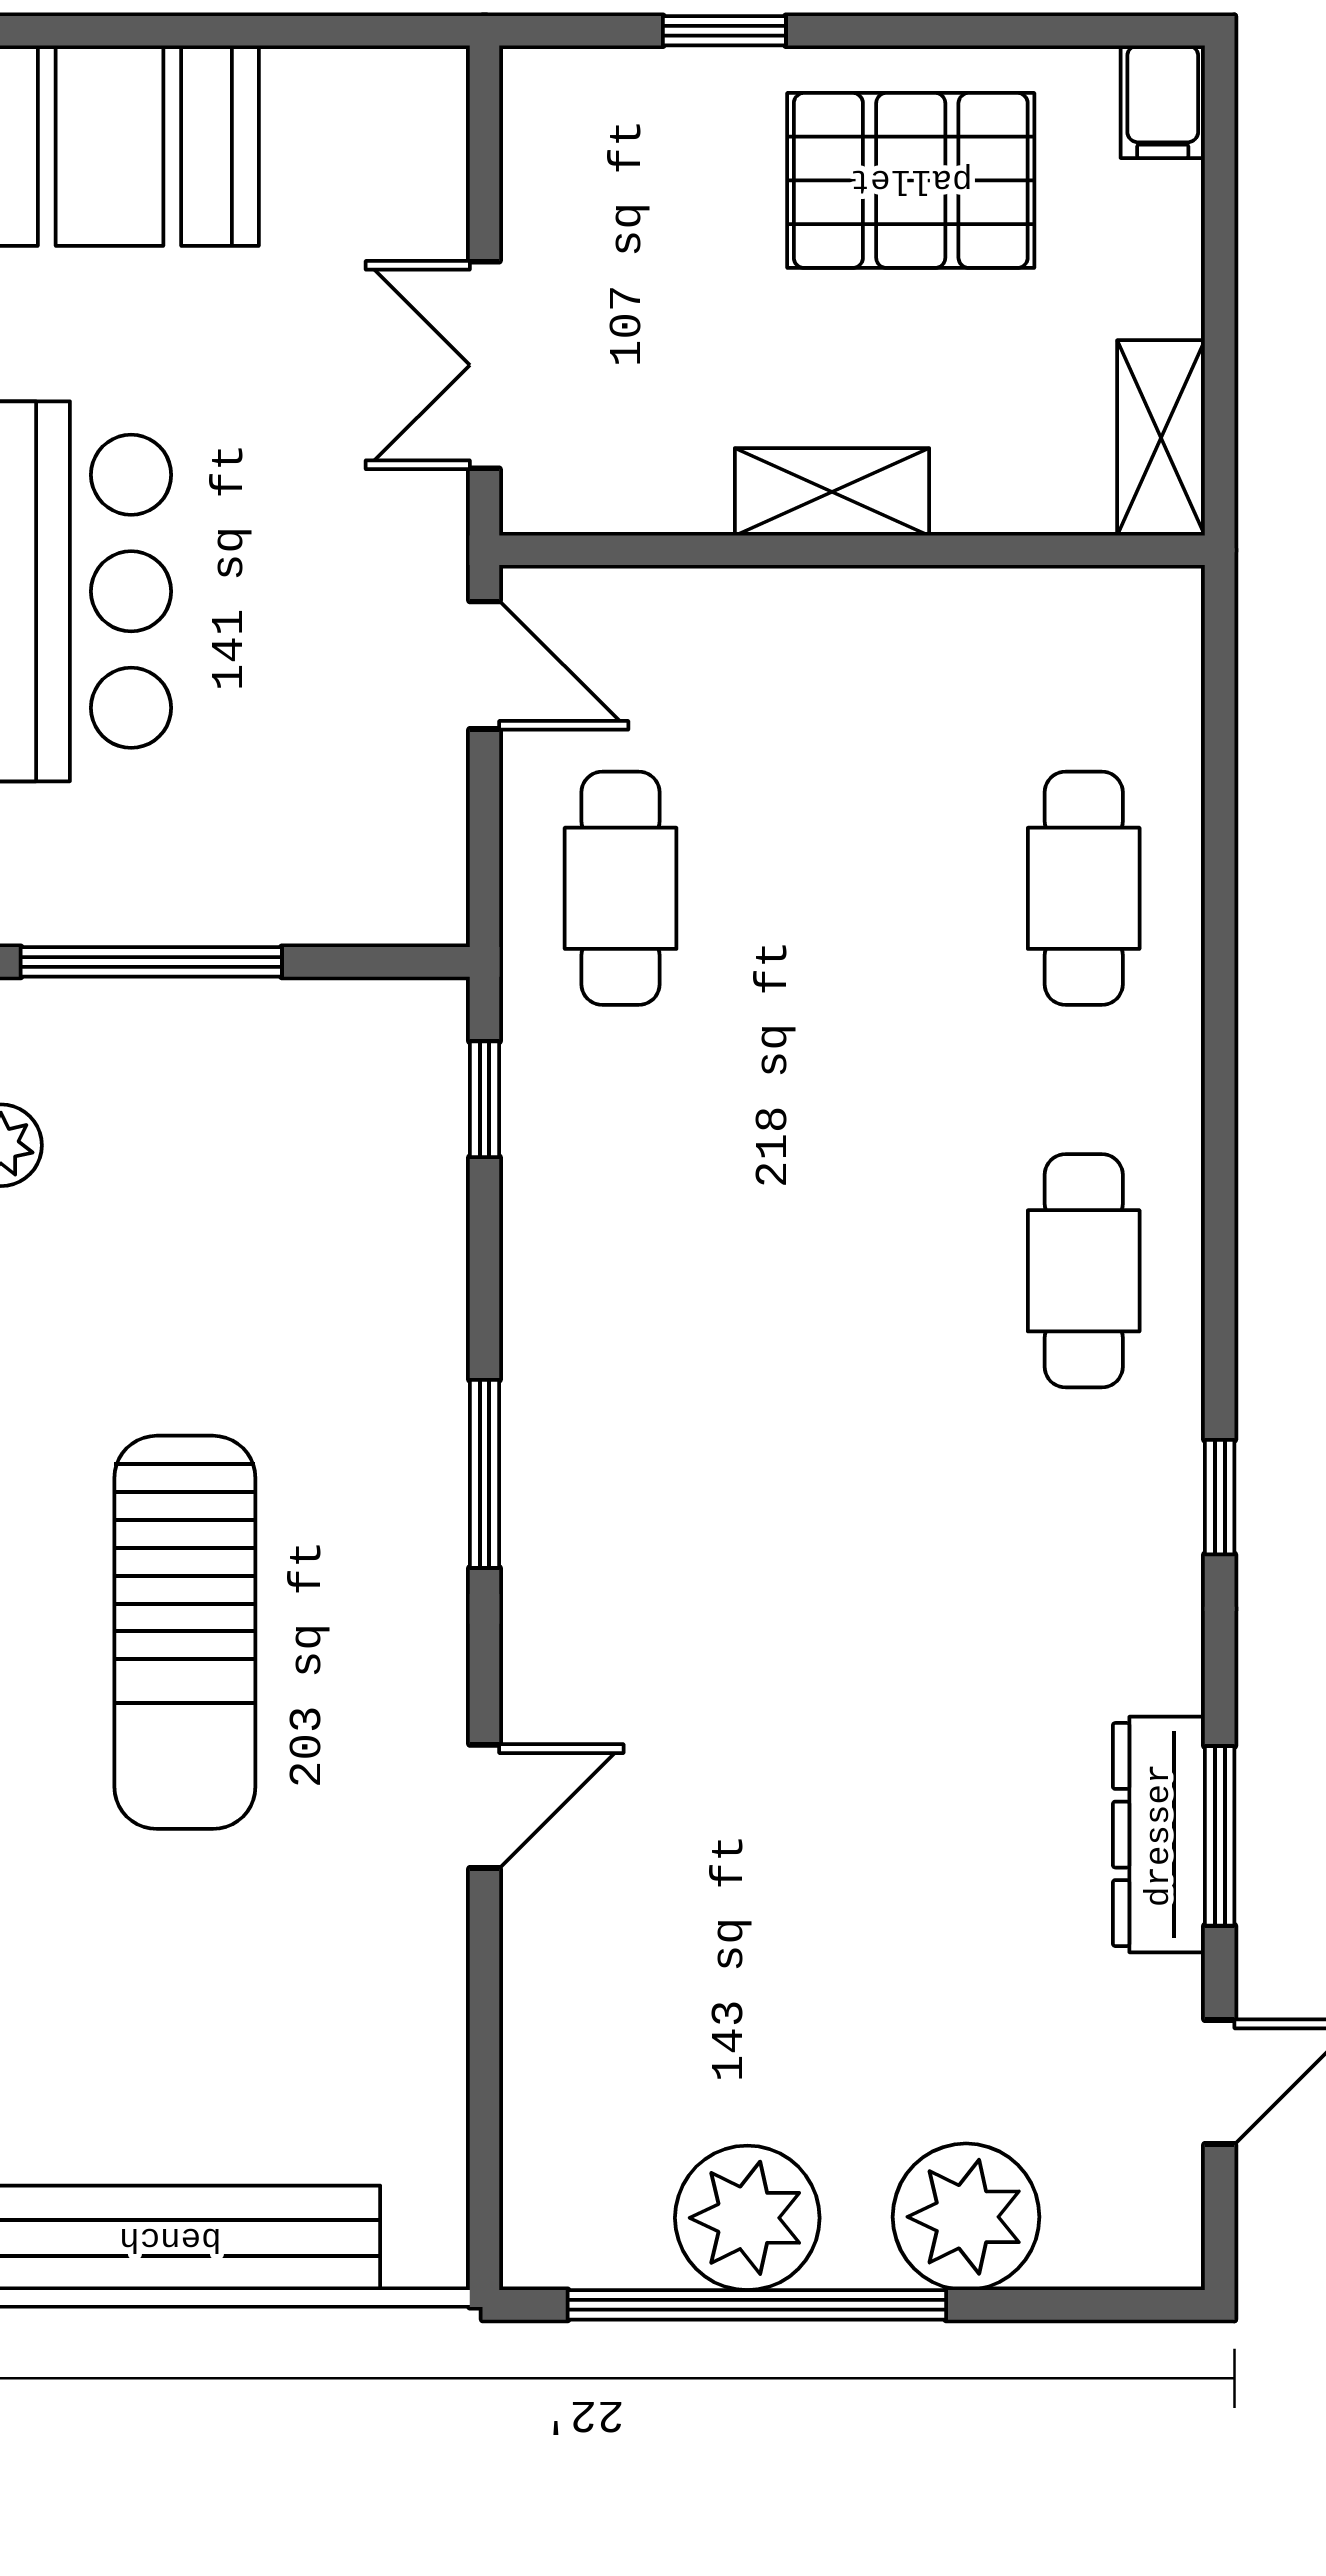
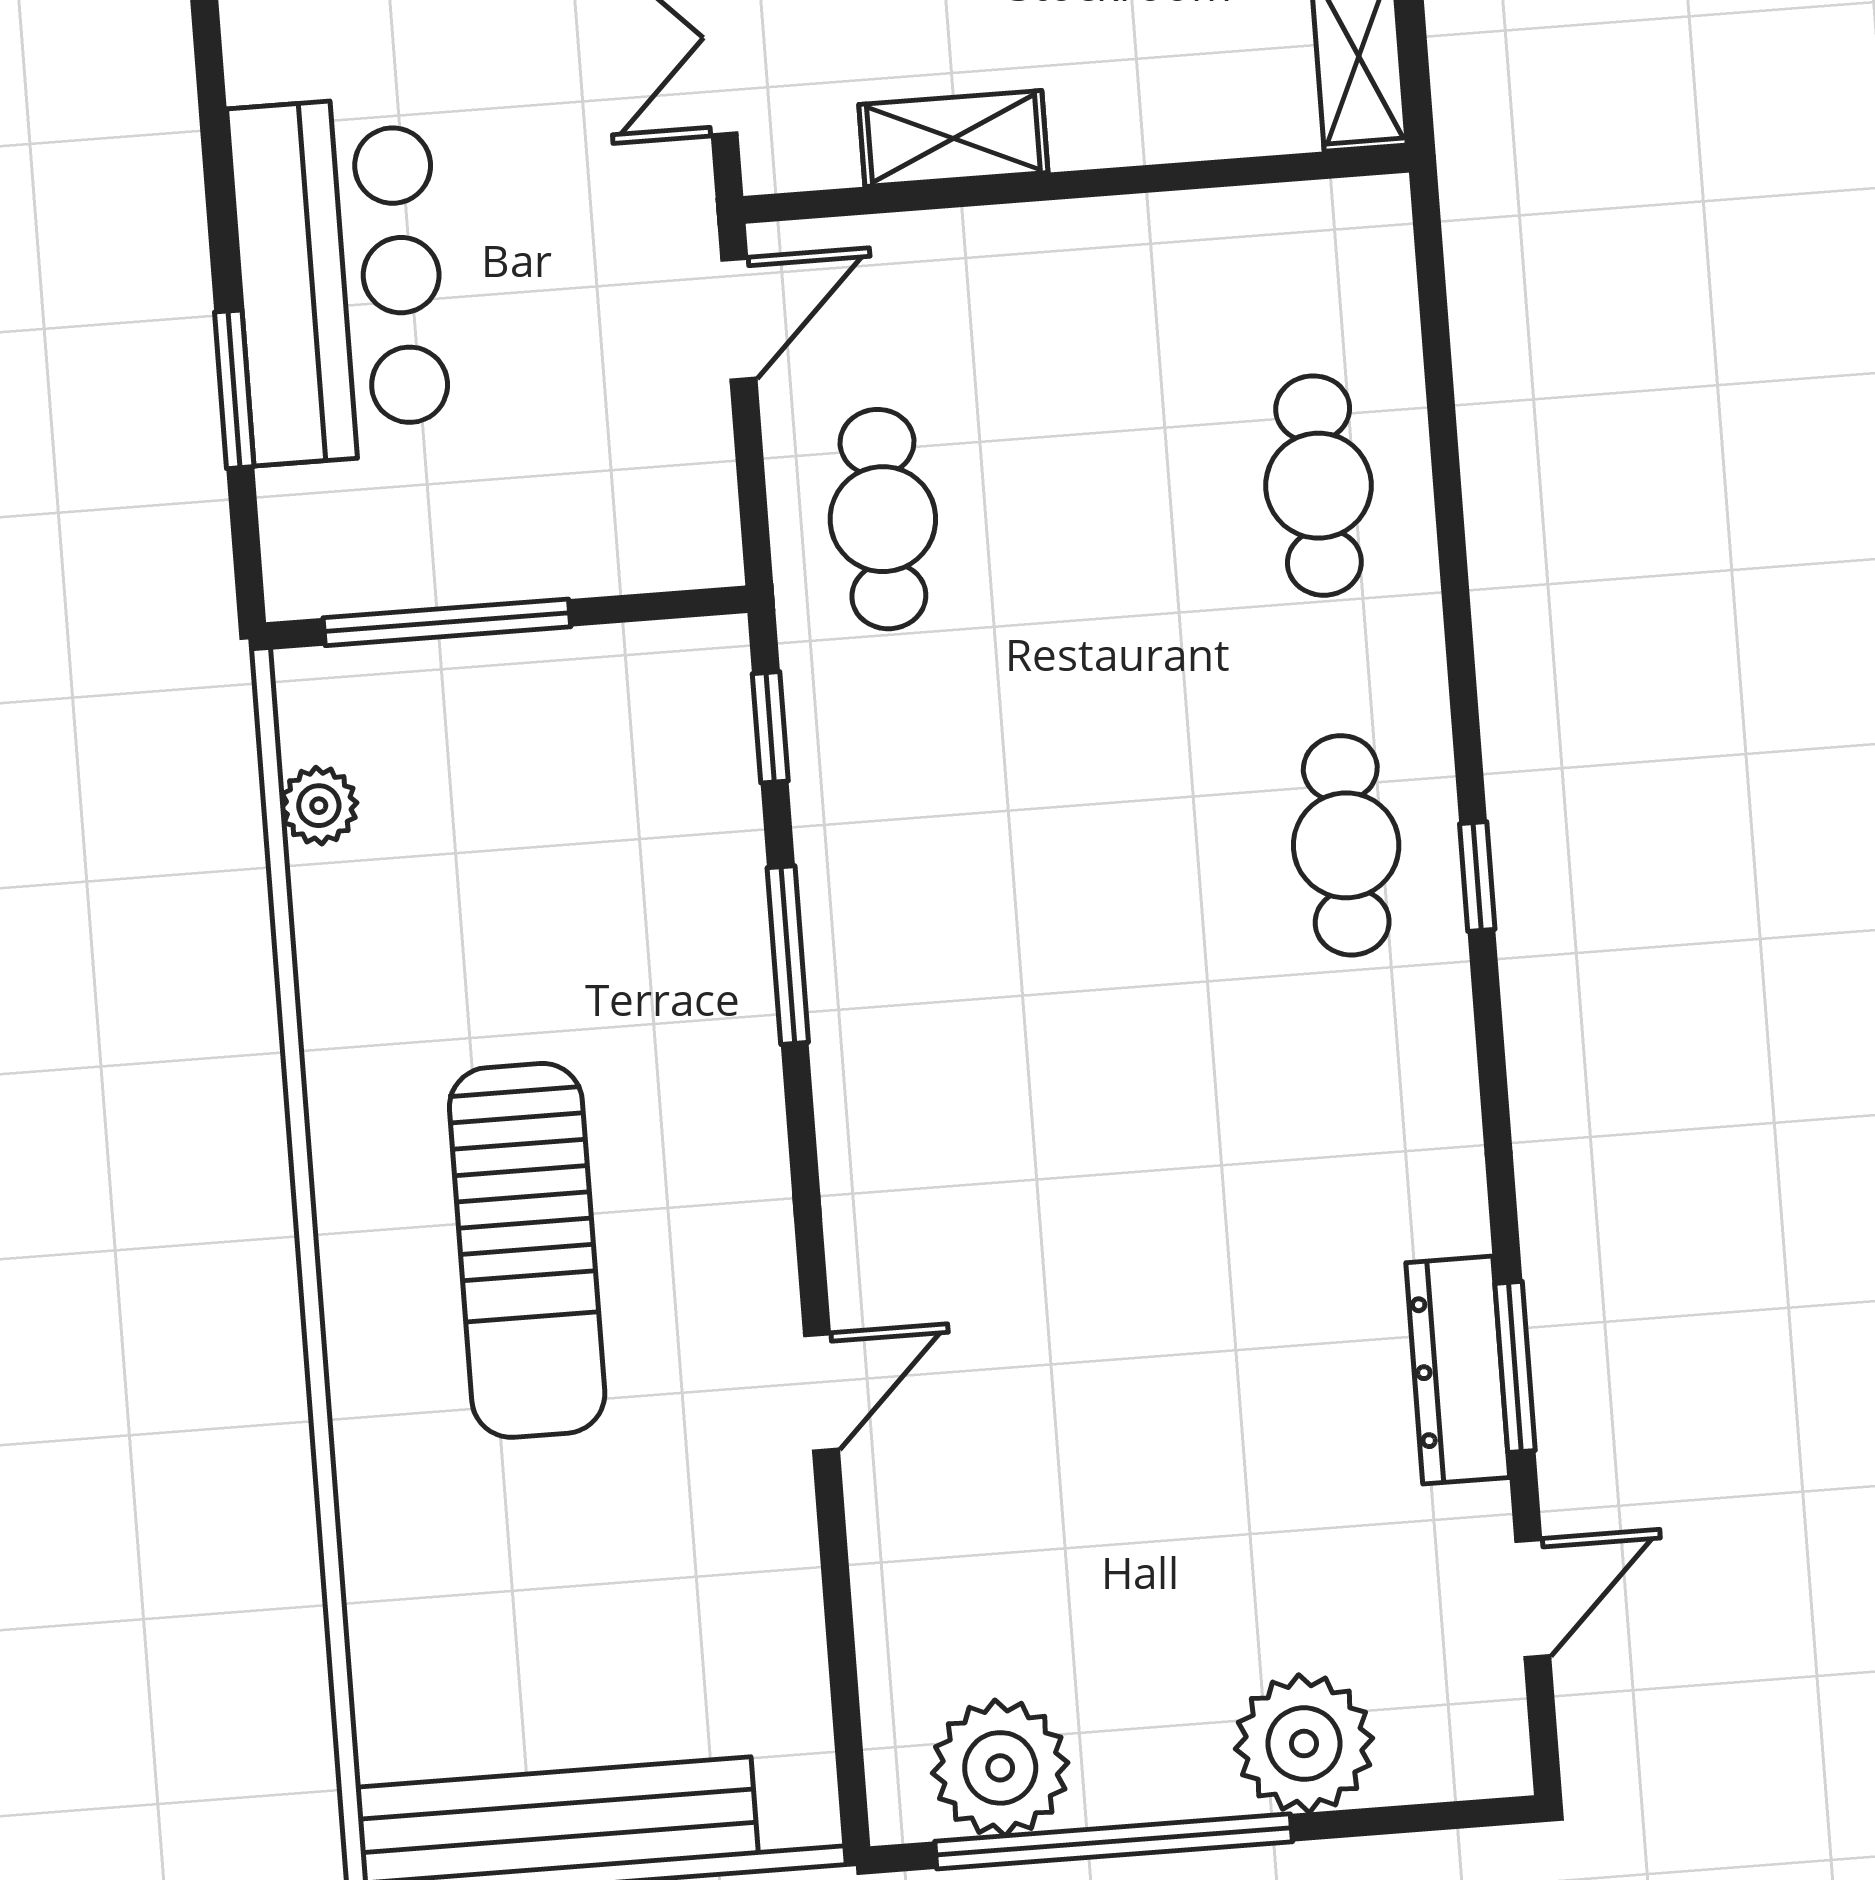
shelving: (832, 492) -> (953, 139), moved
door: (485, 665) -> (739, 319), hinge flipped
window: (485, 1474) -> (788, 955), moved
window: (1220, 1497) -> (1477, 876), moved
plant: (747, 2218) -> (1000, 1768), moved

